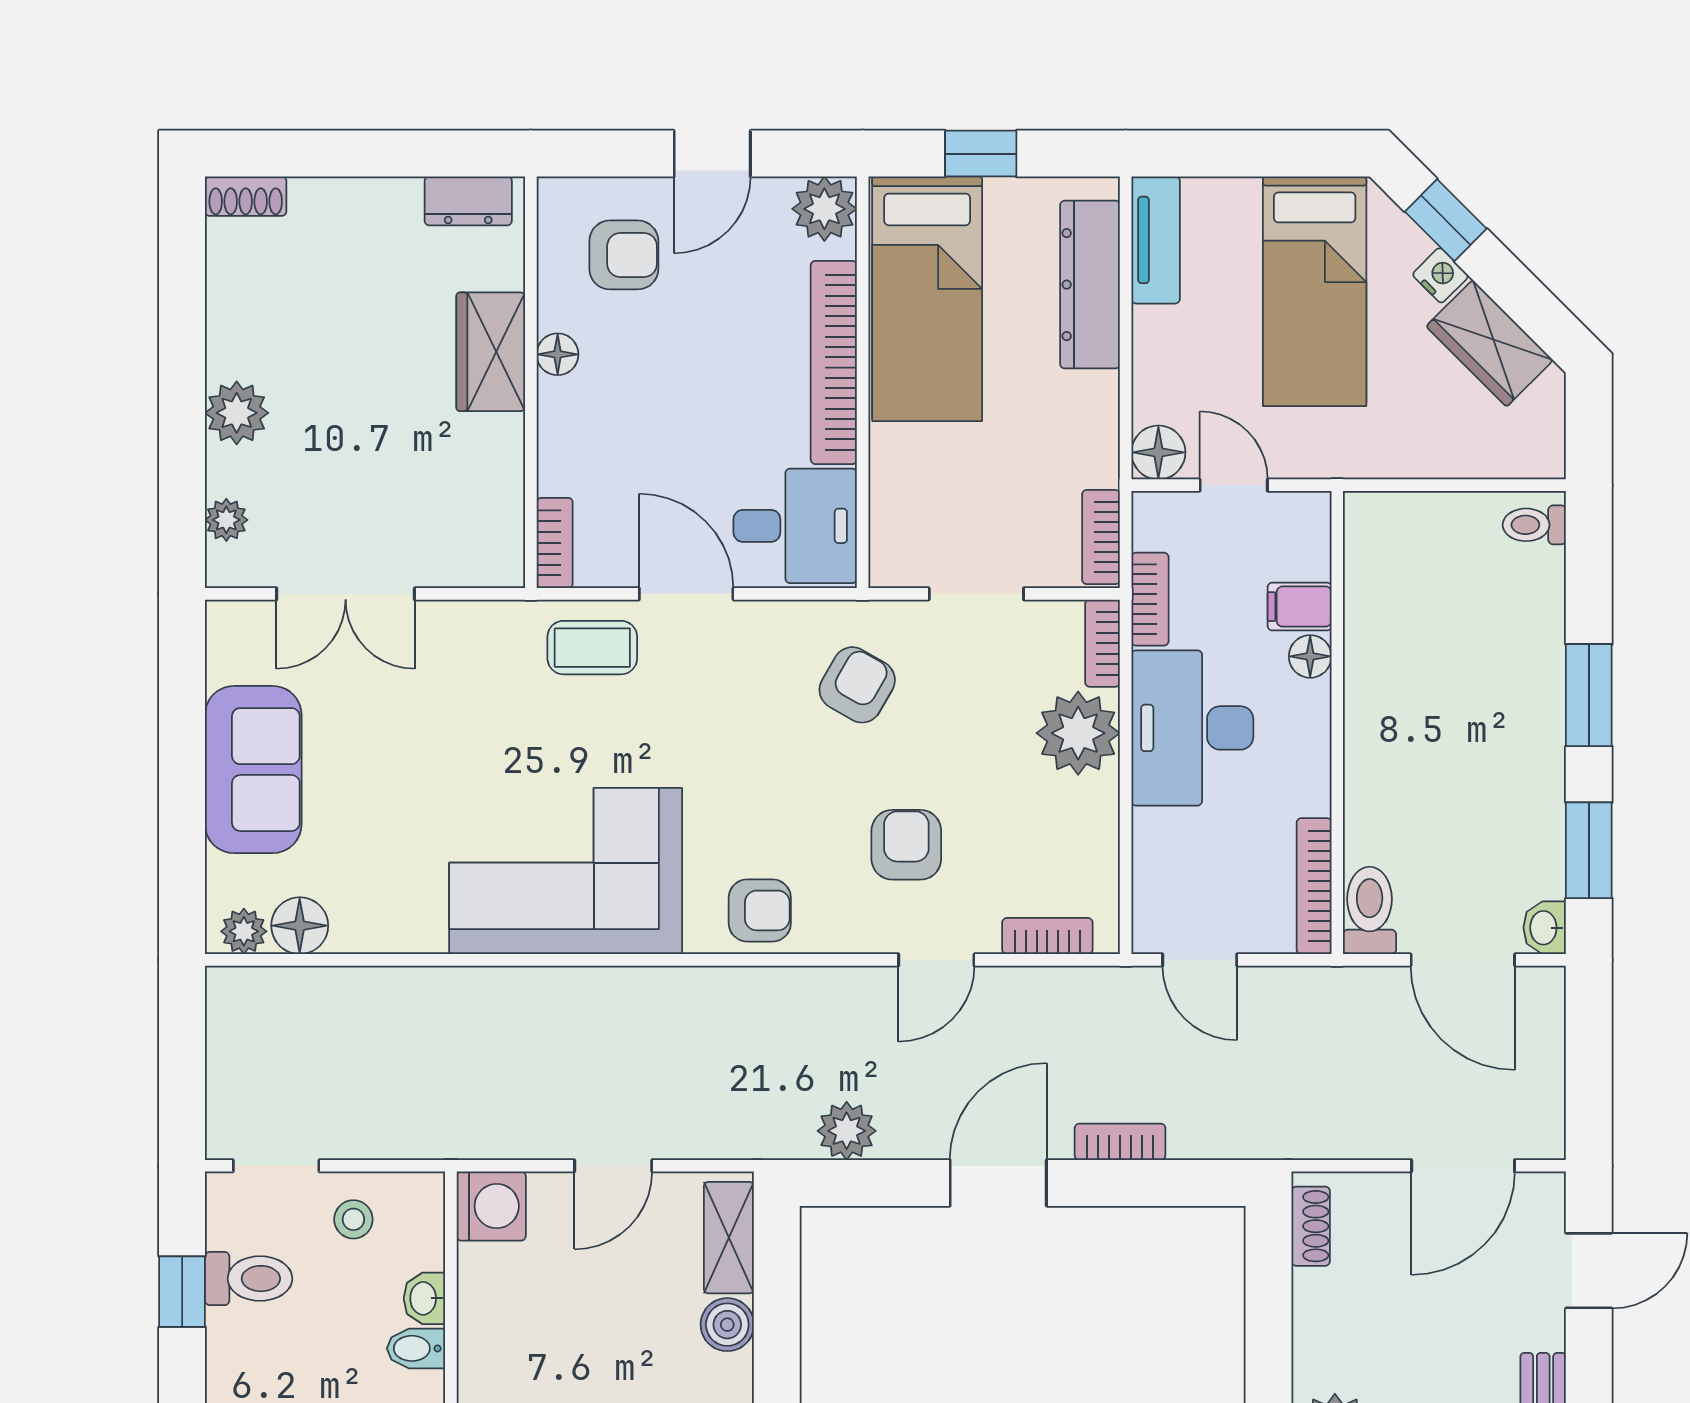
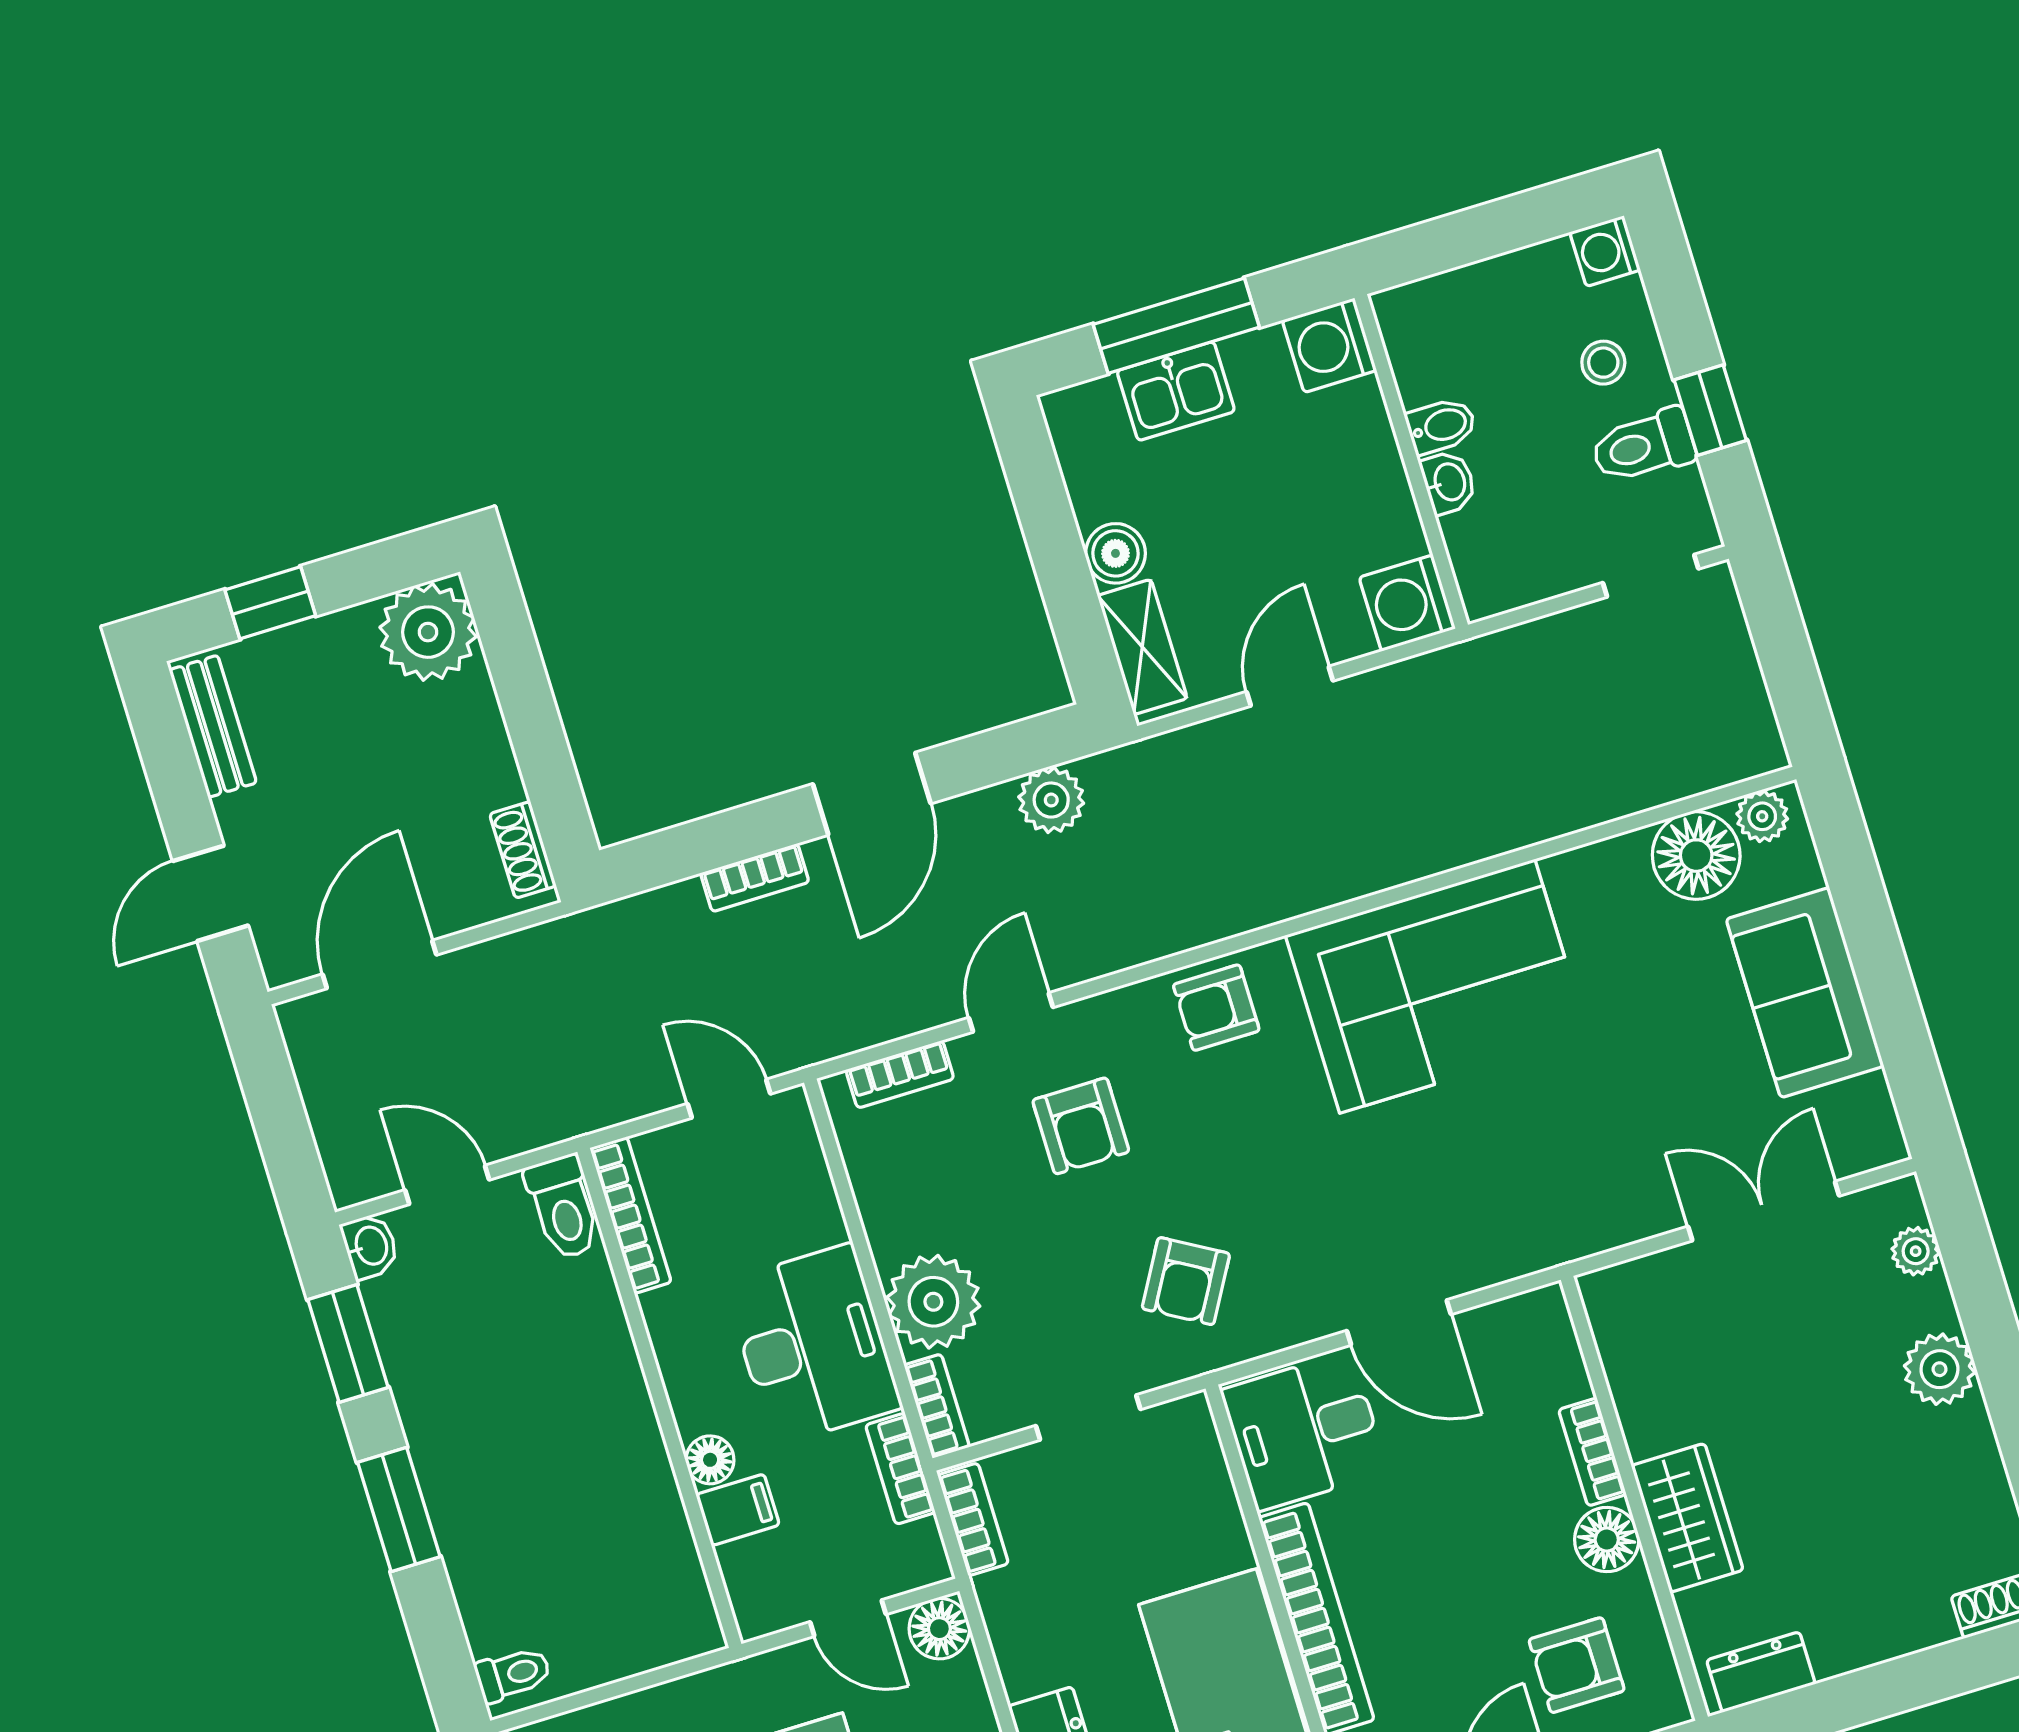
floor lamp: (558, 354) -> (1607, 1540), width x1.37, depth x1.37
bookcase: (555, 543) -> (1592, 1452), moved
coffee table: (592, 648) -> (1482, 1234), removed
floor lamp: (300, 926) -> (1696, 856), width x1.38, depth x1.38
door: (1463, 960) -> (447, 1185), width x0.73
stool: (353, 1219) -> (1603, 363), moved

